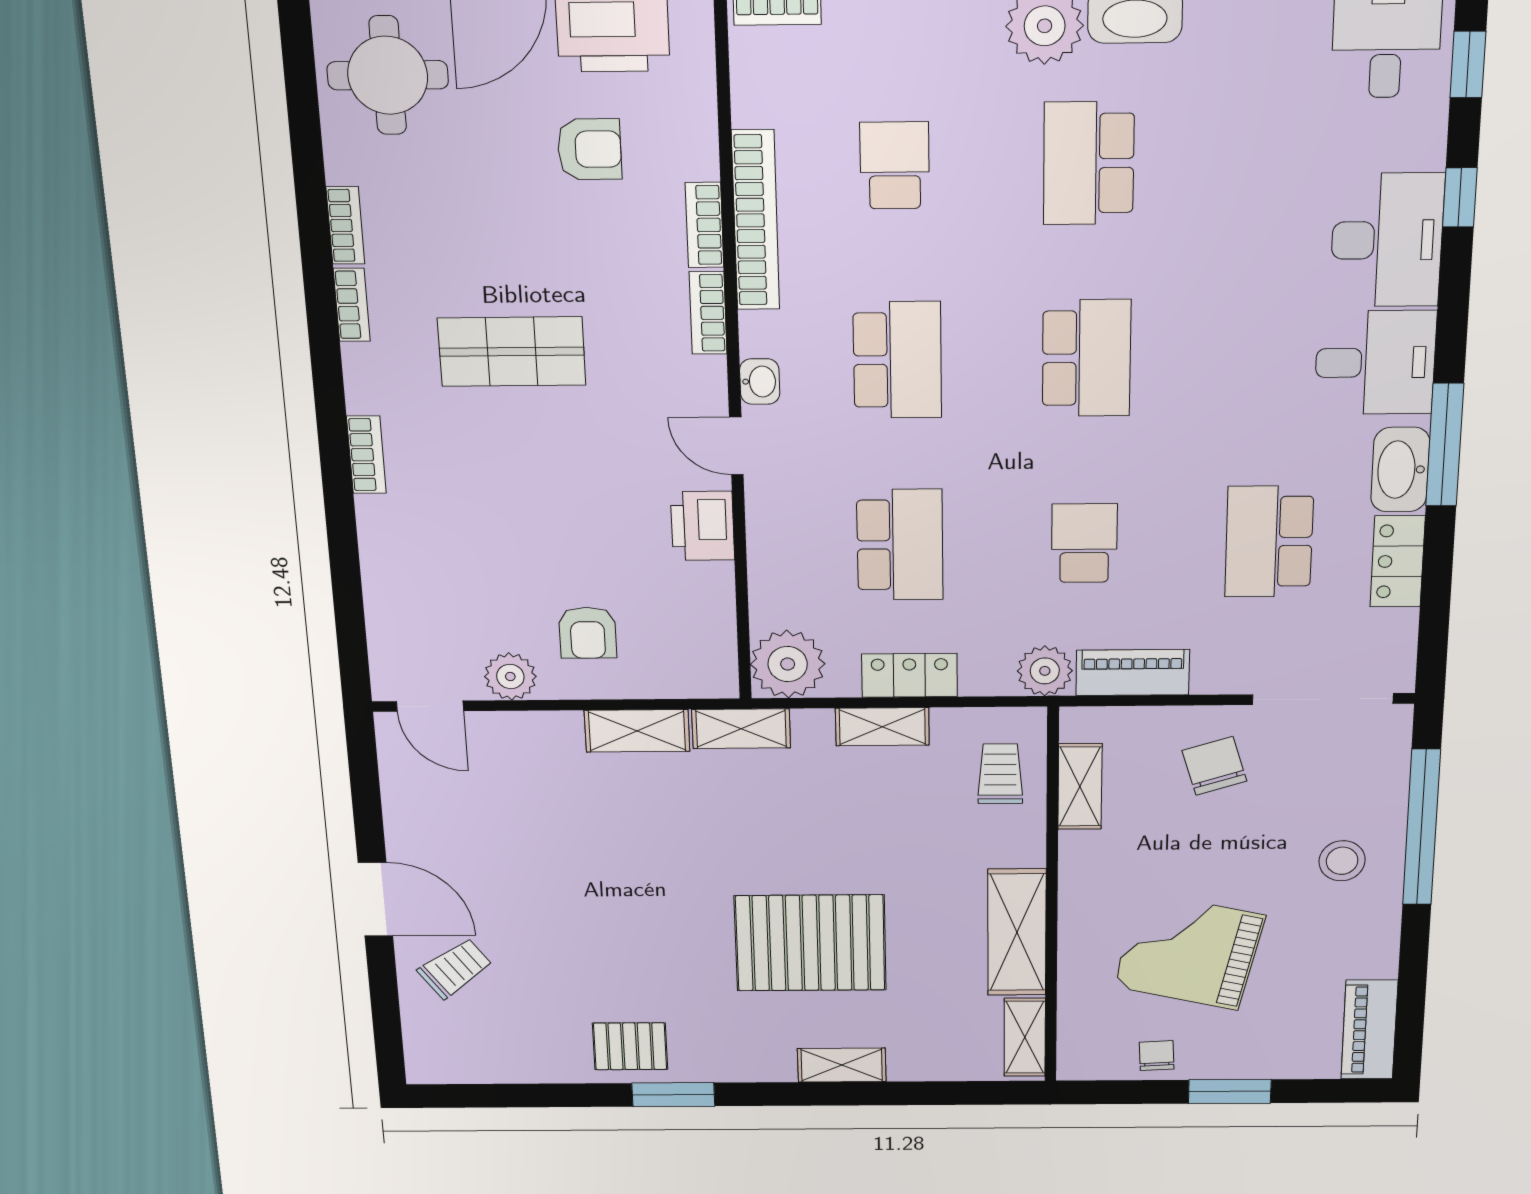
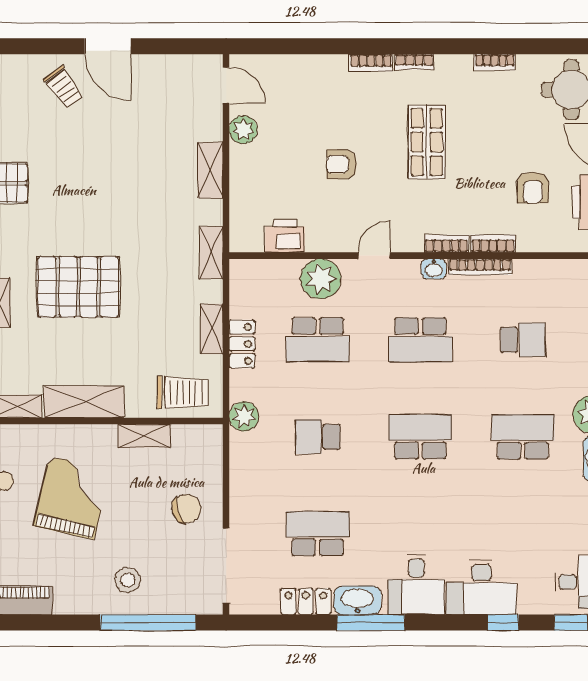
bookcase: (756, 220) -> (480, 267), width x0.68, depth x0.76
bookcase: (352, 305) -> (414, 62), moved
school desk: (1086, 358) -> (420, 437), turned 180
washbasin: (760, 382) -> (434, 269), moved
printer: (703, 526) -> (285, 236), moved
school desk: (1084, 543) -> (318, 437), turned 180
armchair: (588, 633) -> (342, 164), moved
plant: (788, 664) -> (321, 279), moved
piano: (1133, 673) -> (243, 463), removed
door: (430, 706) -> (226, 85), swing flipped
shelving: (637, 731) -> (210, 170), moved
trolley: (1000, 774) -> (183, 393), width x1.36, depth x1.39
shelving: (1080, 786) -> (144, 436), moved
door: (375, 899) -> (108, 46), hinge flipped
pallet: (810, 943) -> (78, 287), turned 90

